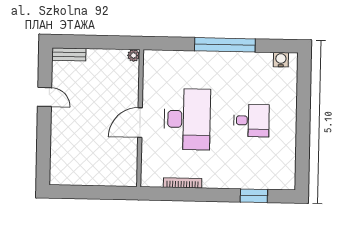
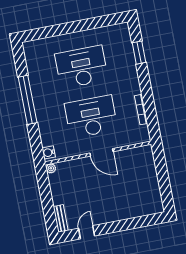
water cooler: (281, 60) -> (49, 152), moved
door: (45, 97) -> (87, 232), moved
desk: (251, 120) -> (82, 67), width x1.87, depth x1.30

